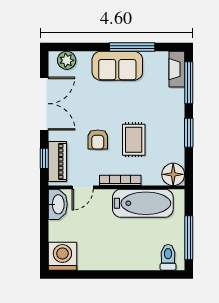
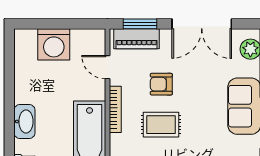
window: (44, 158) -> (140, 24), width x1.50
washbasin: (58, 204) -> (24, 122), moved, turned -90
washing machine: (62, 256) -> (54, 44), moved, turned 90

